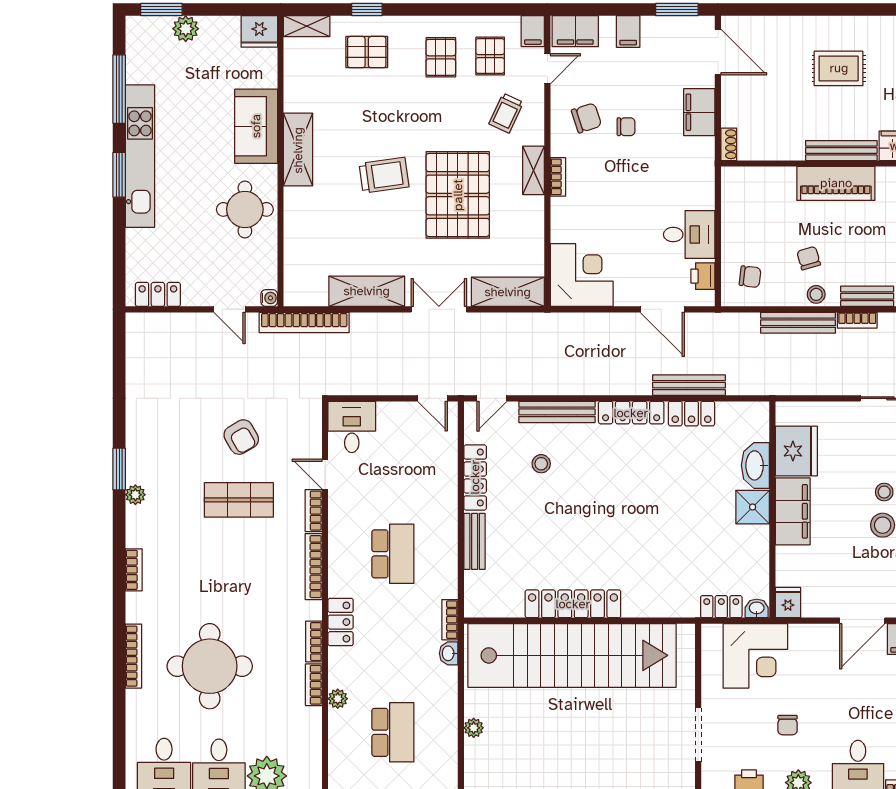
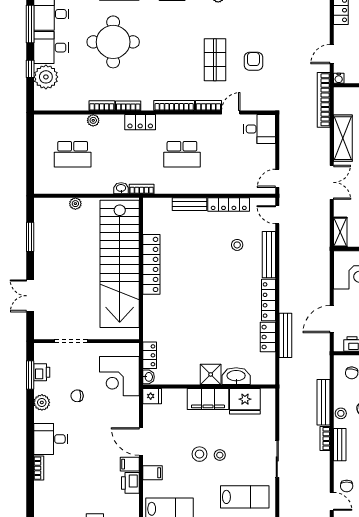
shelving: (508, 292) -> (340, 232), width x0.67, depth x0.75
armchair: (241, 437) -> (253, 61), turned 120

